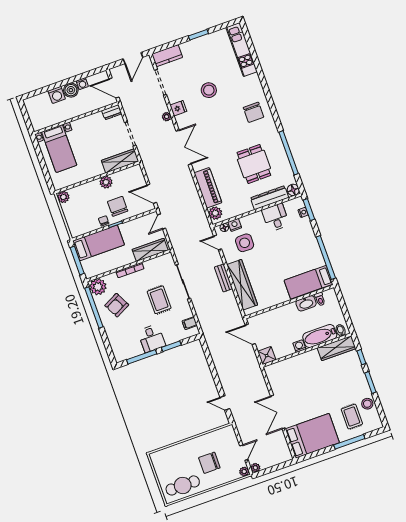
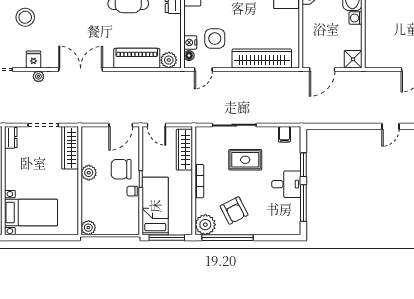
bench: (223, 278) -> (246, 77), removed

